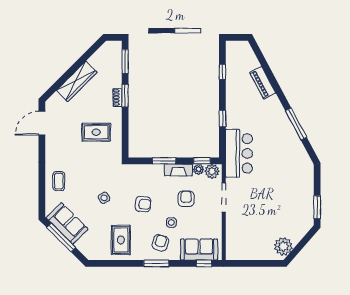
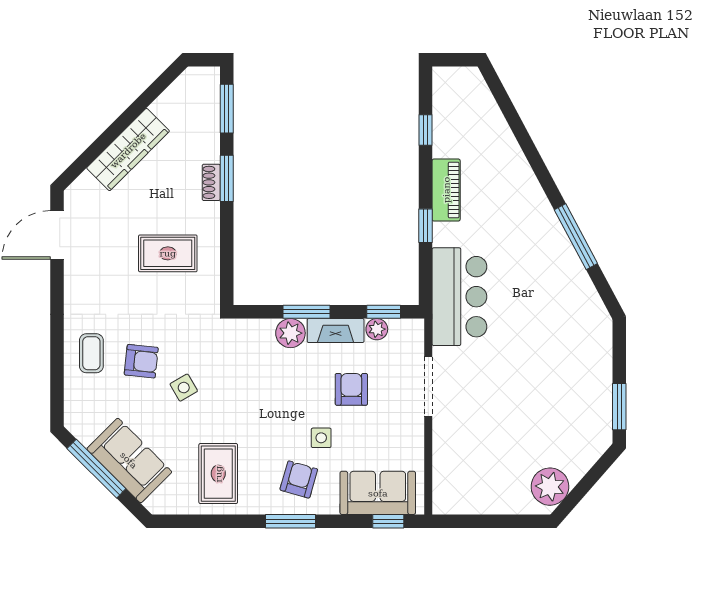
piano: (263, 83) -> (446, 190), moved, turned -152
plant: (212, 171) -> (290, 333), moved
armchair: (143, 204) -> (141, 361), moved
sofa: (67, 223) -> (129, 460), moved

